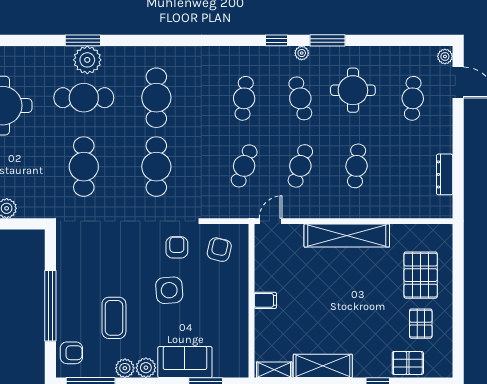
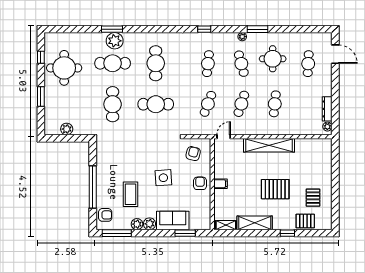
window: (277, 40) -> (204, 29), moved
plant: (445, 57) -> (327, 127), moved
cafe table: (156, 167) -> (156, 104), turned 90
armchair: (177, 247) -> (200, 183), moved
pallet: (421, 275) -> (275, 189), moved, turned 90

